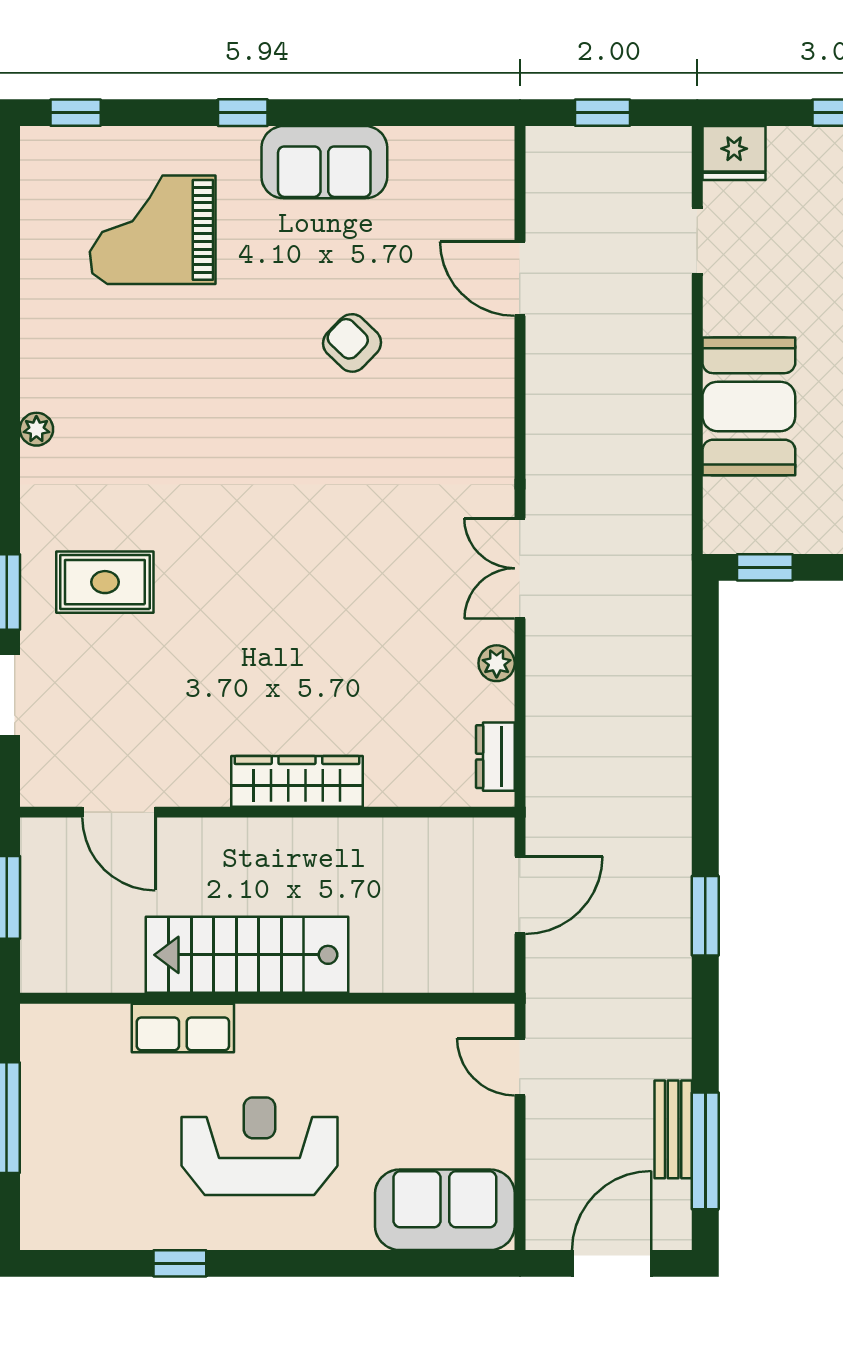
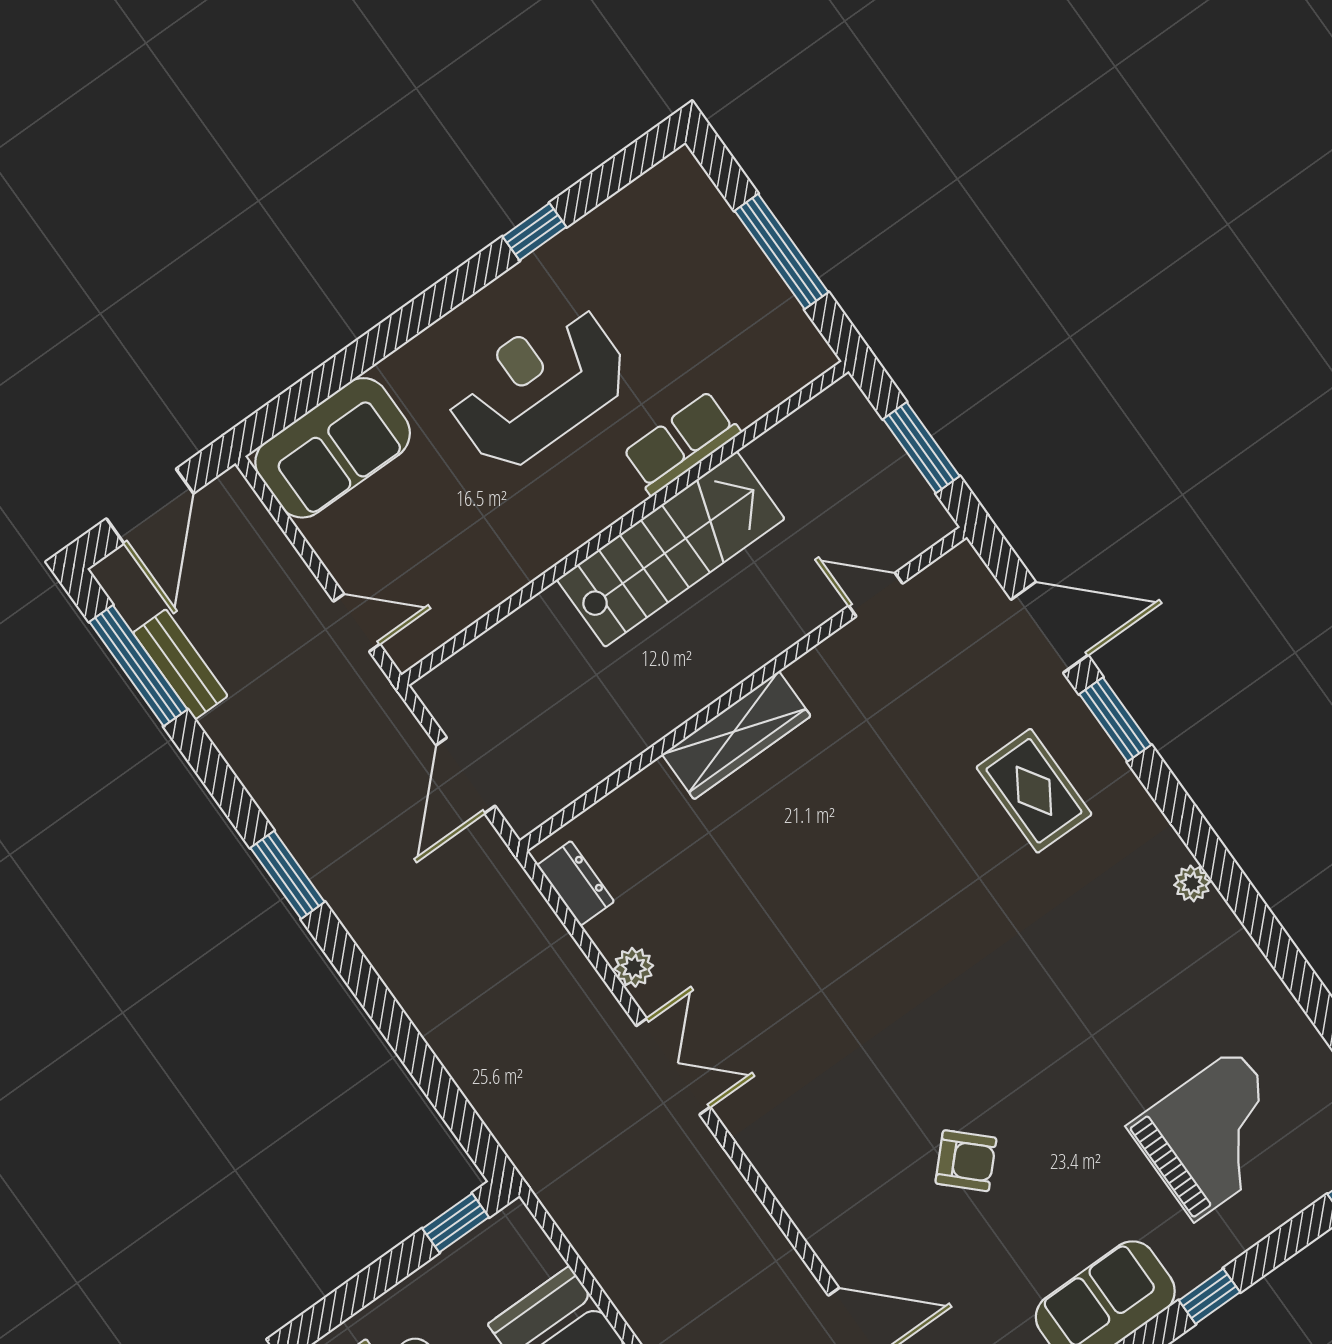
rug: (105, 582) -> (1034, 791), turned 90
door: (119, 812) -> (876, 595), width x0.73
reception desk: (259, 1146) -> (538, 387), turned 180

